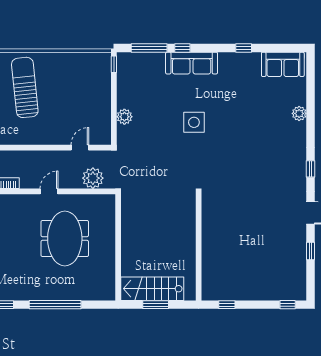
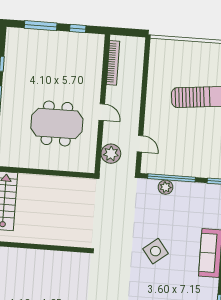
window: (114, 111) -> (172, 178), added
side table: (194, 122) -> (155, 251), turned -38

